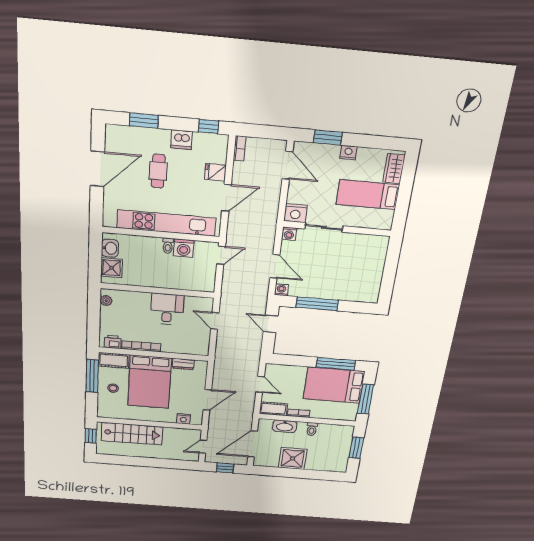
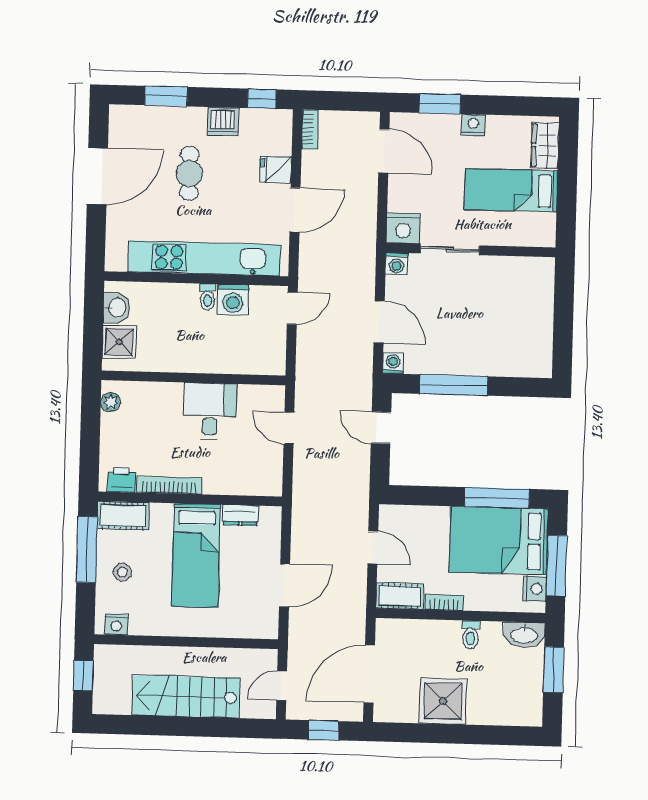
bed: (150, 382) -> (196, 555), width x0.67
nightstand: (351, 410) -> (535, 589), added
nightstand: (183, 419) -> (116, 624), moved
washbasin: (285, 426) -> (524, 635), moved
stairs: (132, 434) -> (186, 697), moved, turned 180

